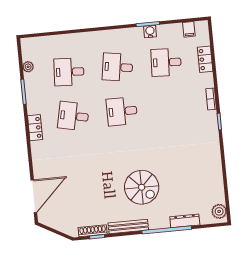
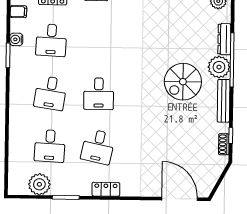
water cooler: (150, 32) -> (16, 39), moved
plant: (28, 67) -> (39, 184), width x1.87, depth x1.87
spiral stairs: (142, 187) -> (183, 82), turned 180
plant: (159, 219) -> (219, 67), added
shoe rack: (93, 231) -> (224, 144), width x0.70

